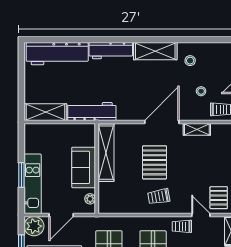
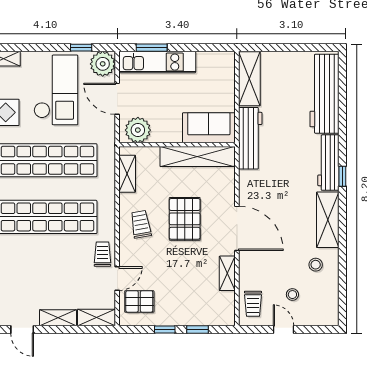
window: (121, 40) -> (342, 176), added
stool: (201, 91) -> (292, 295), moved
pallet: (155, 162) -> (185, 219), turned 90
sofa: (84, 167) -> (209, 128), moved
window: (21, 175) -> (152, 48), moved
plant: (90, 199) -> (138, 130), width x1.88, depth x1.88
shelving: (119, 207) -> (127, 174), added

